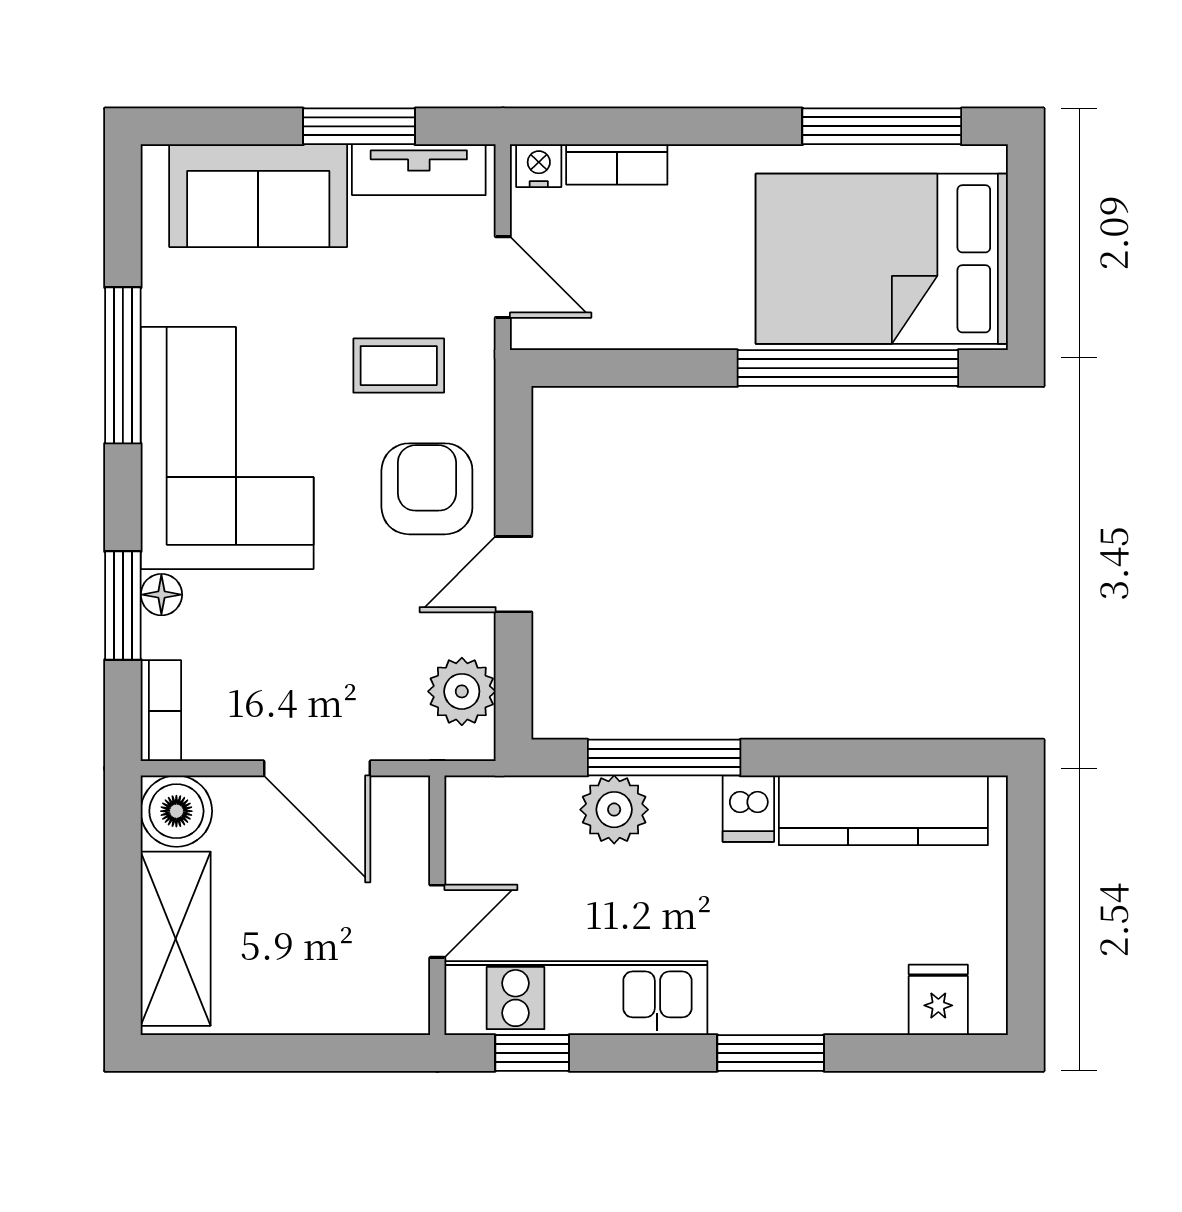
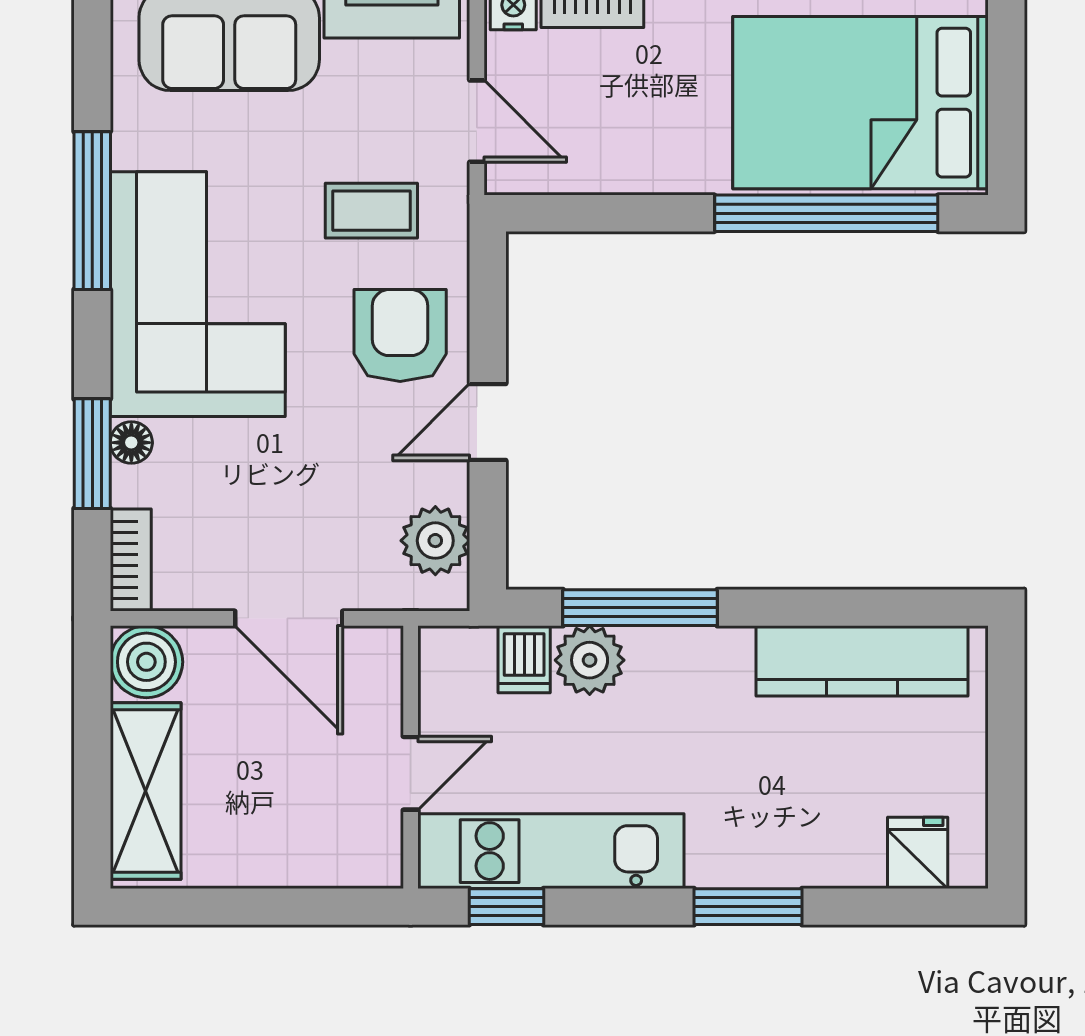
dishwasher: (748, 809) -> (524, 659), moved

